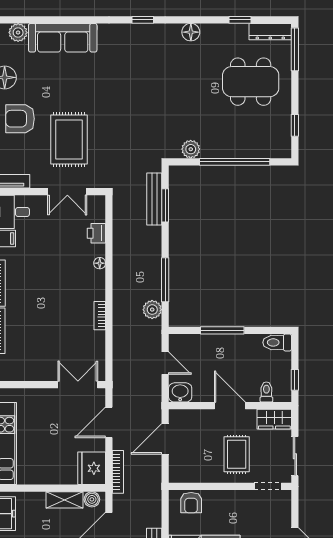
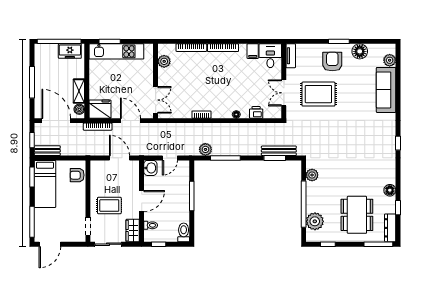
floor lamp: (191, 32) -> (390, 190), moved
plant: (260, 145) -> (315, 221), added
plant: (20, 372) -> (164, 61), added

